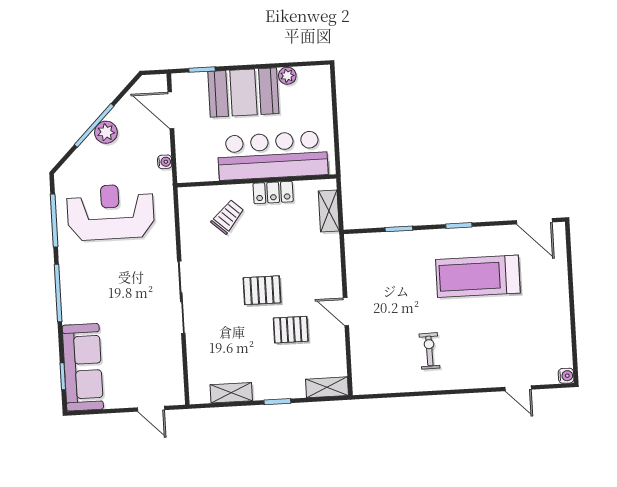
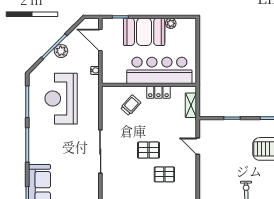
reception desk: (111, 212) -> (61, 99), turned -90
door: (346, 312) -> (198, 146), moved

